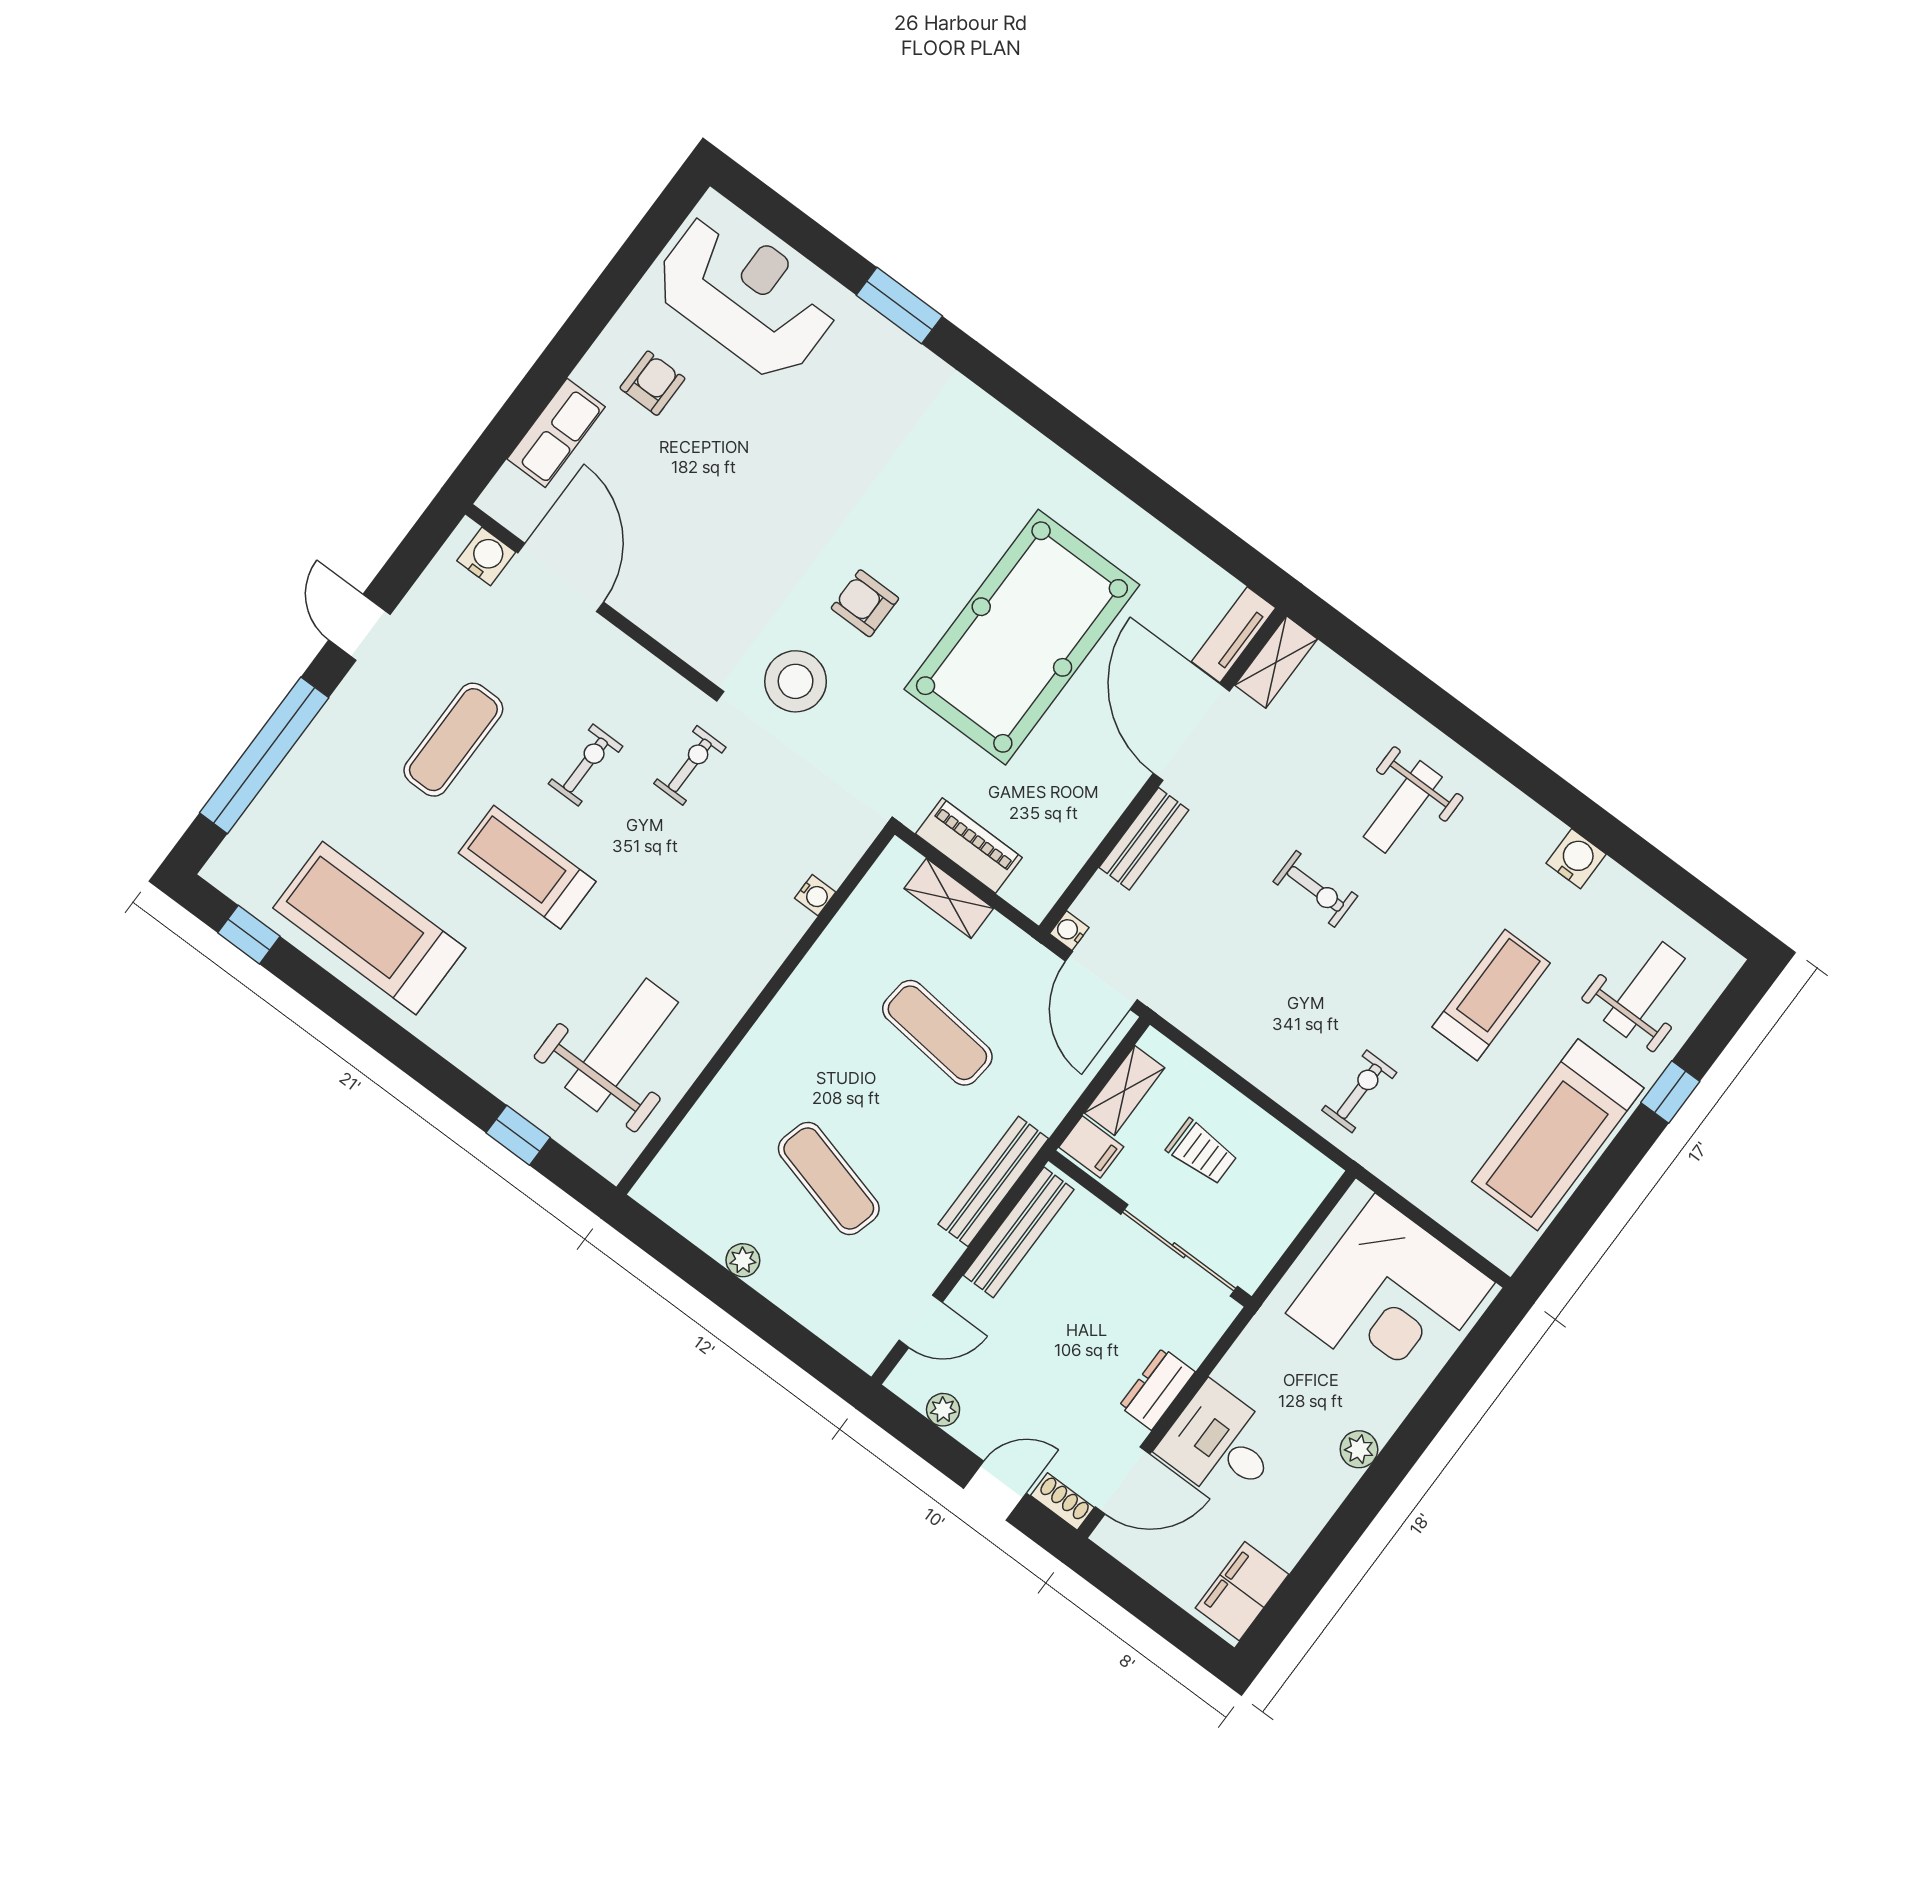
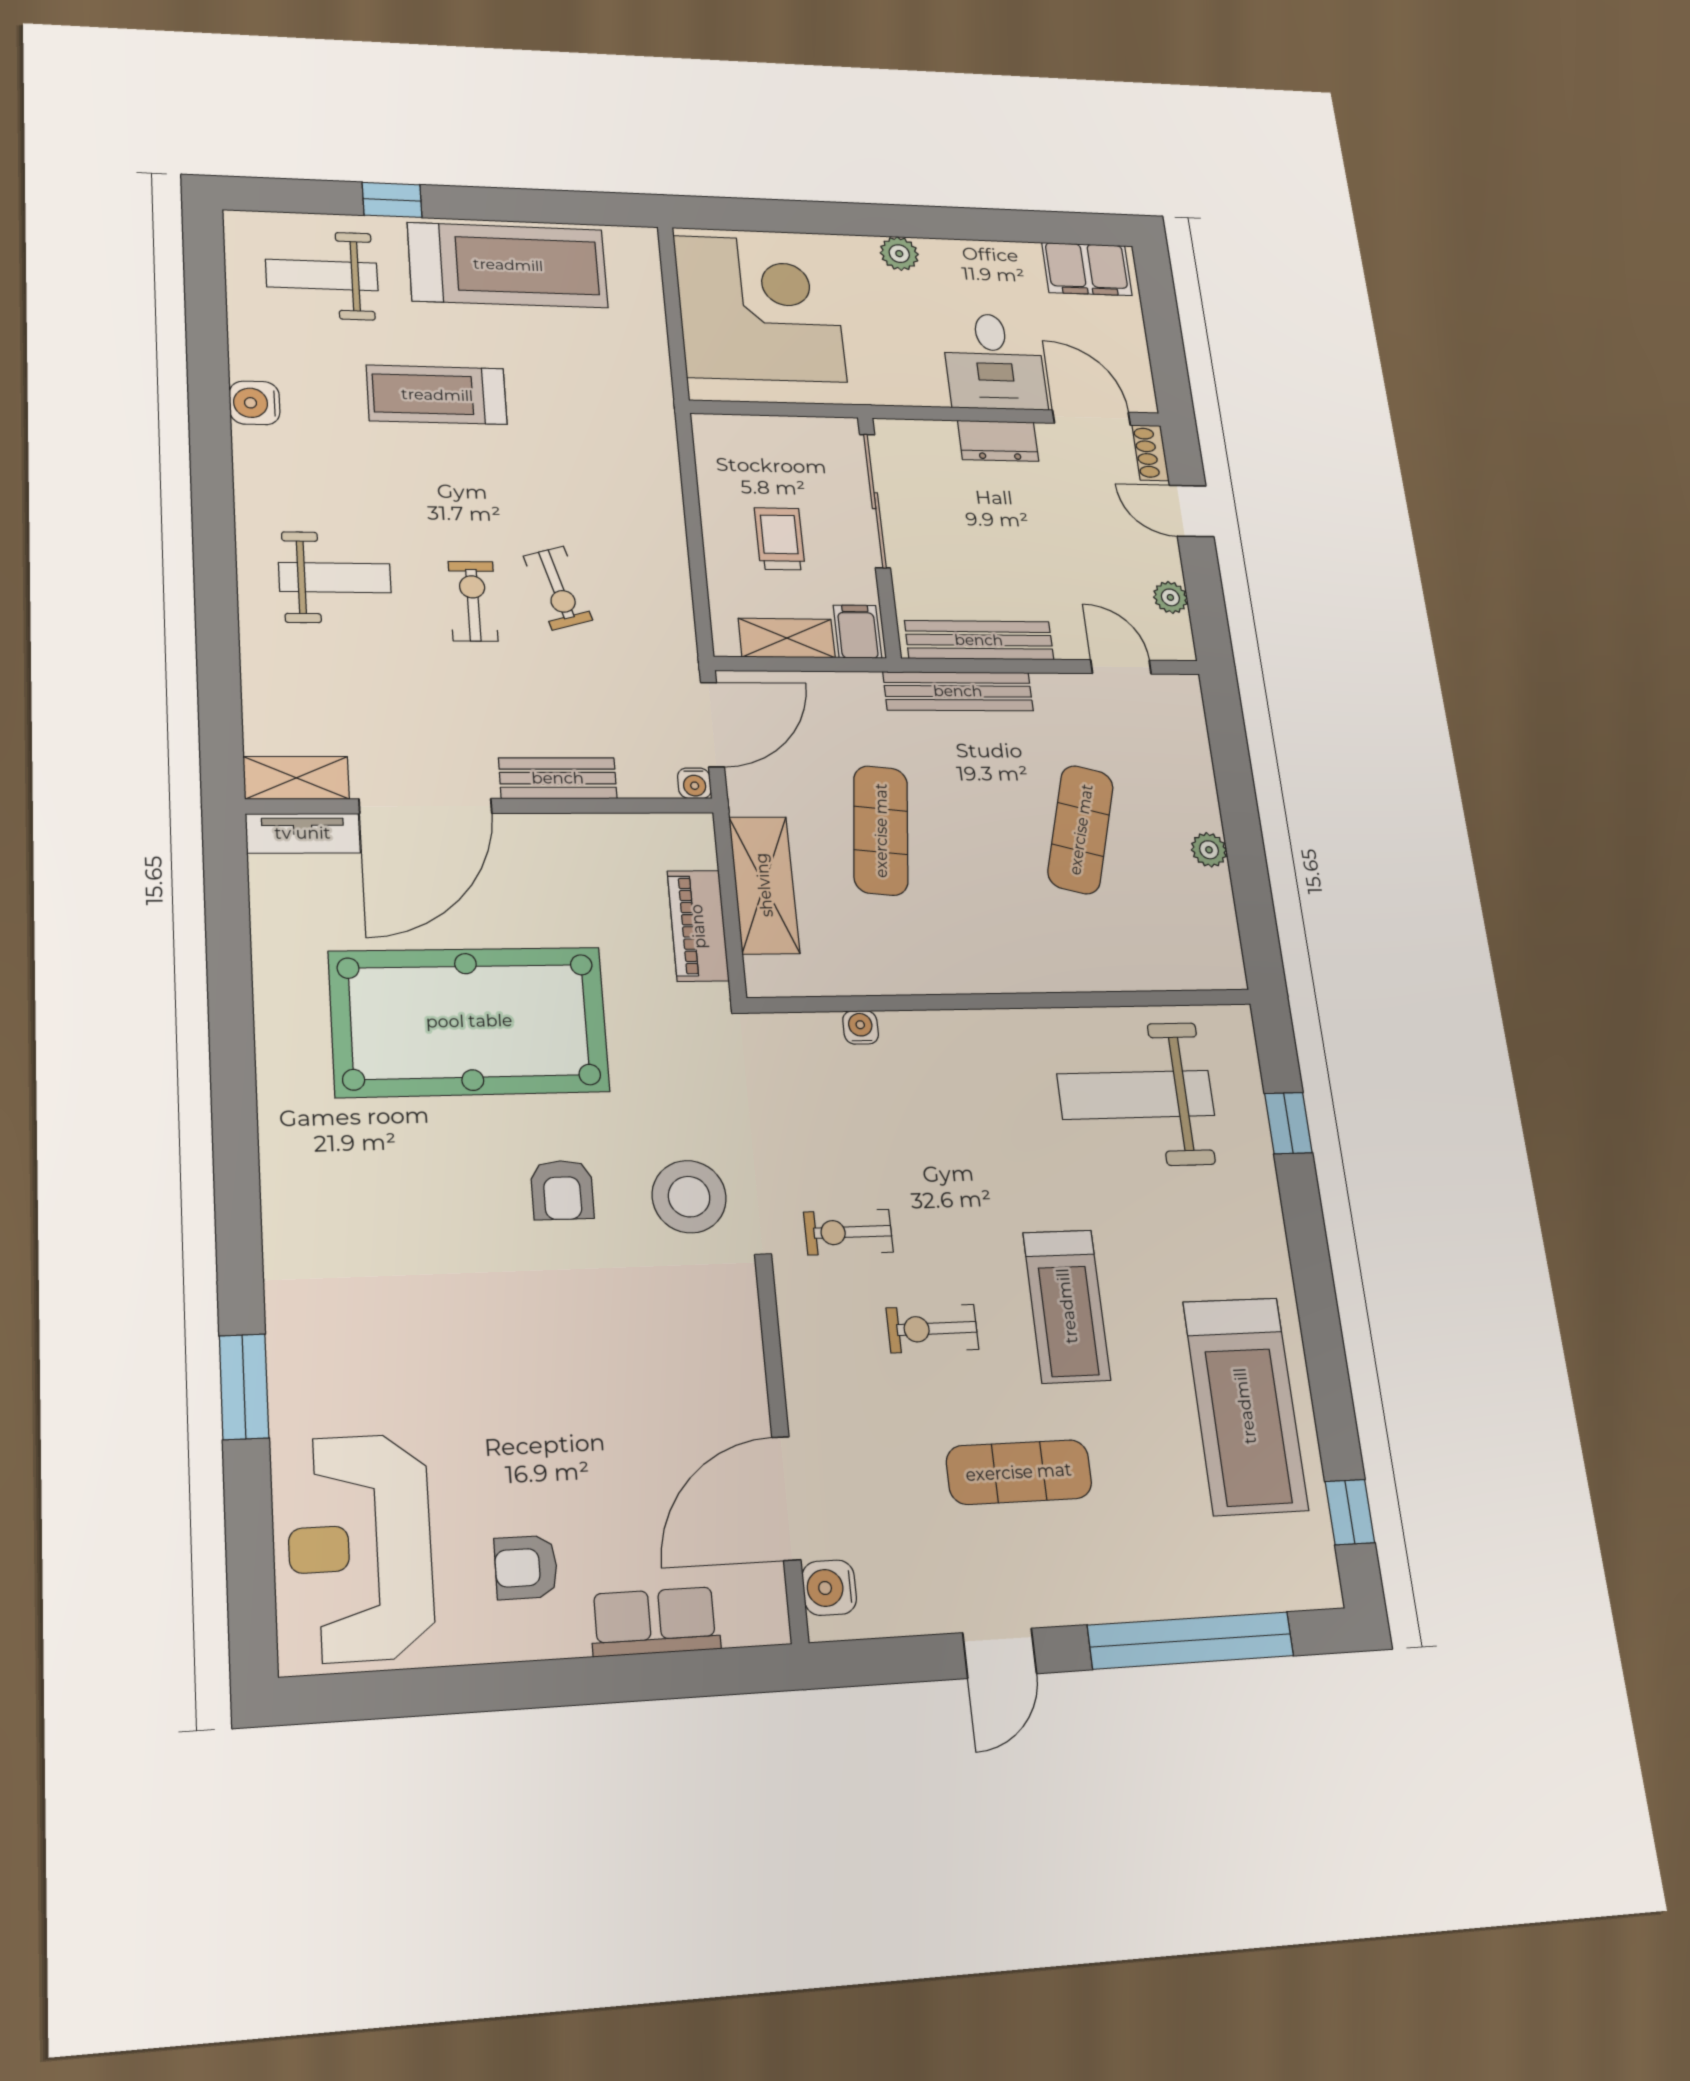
shelving: (949, 898) -> (764, 885), width x1.50, depth x1.33
exercise bike: (1359, 1091) -> (558, 588), moved, turned -106

